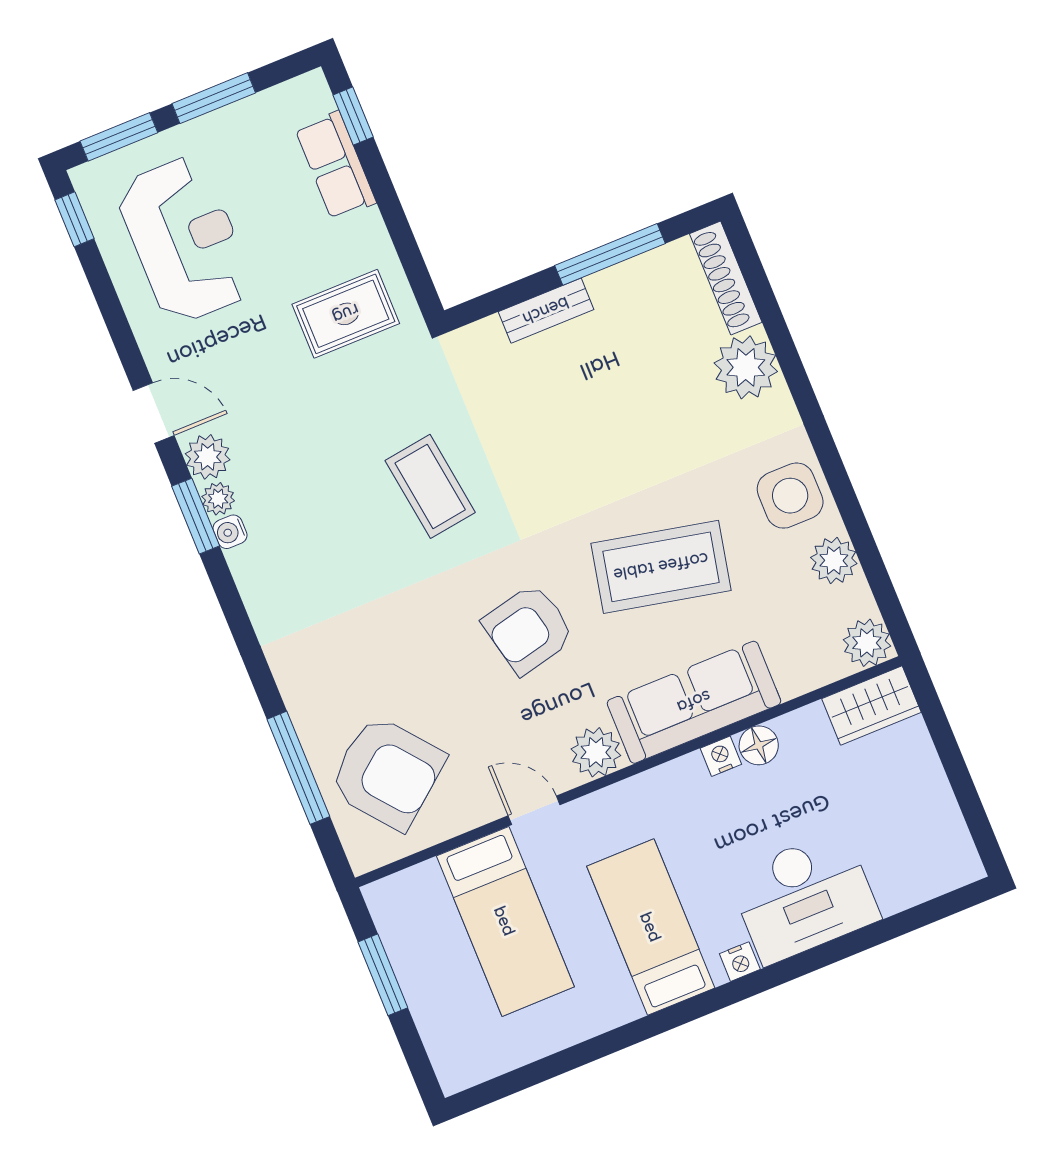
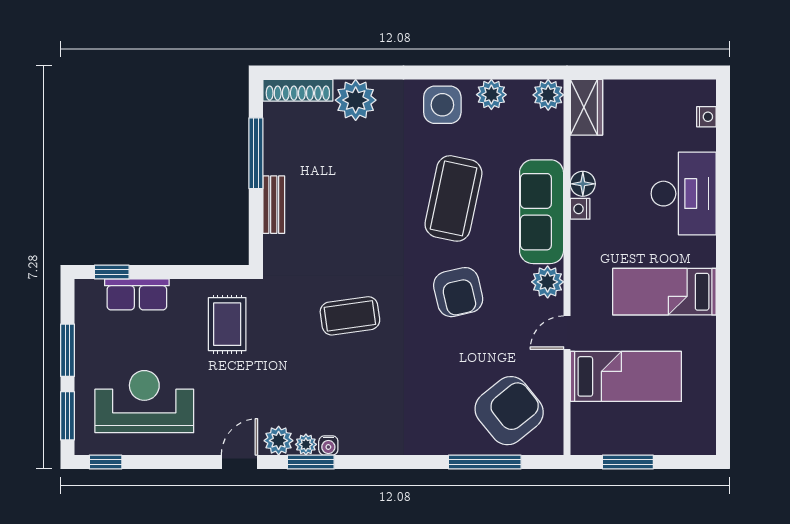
nightstand: (740, 962) -> (706, 117), moved

